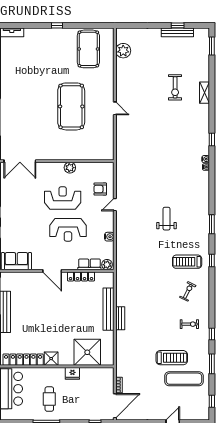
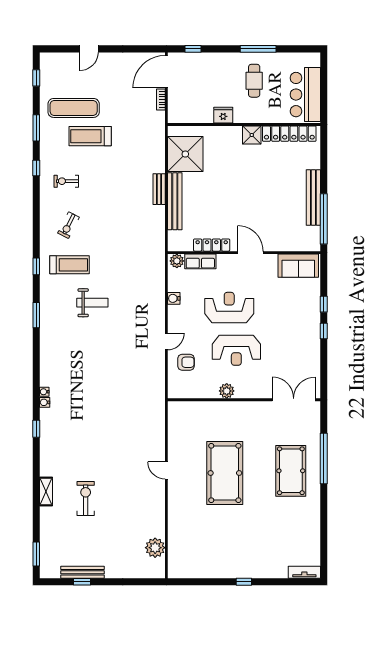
pool table: (88, 49) -> (291, 471), moved
weight bench: (166, 219) -> (92, 303), moved, turned -90
shower: (87, 352) -> (185, 154), moved

